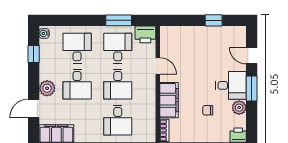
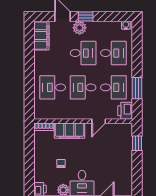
window: (214, 20) -> (137, 143), moved
window: (34, 54) -> (86, 16), moved
desk: (77, 84) -> (83, 53), turned 180

